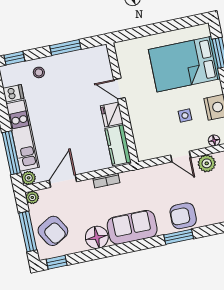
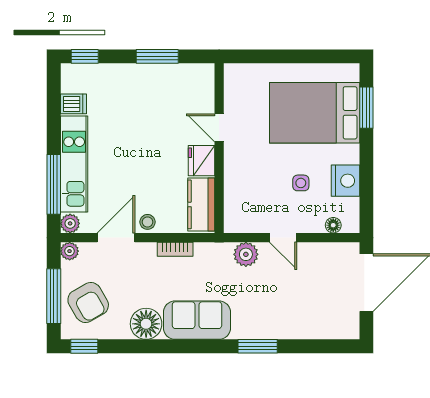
stool: (39, 72) -> (148, 222), moved
plant: (207, 163) -> (246, 254), moved
armchair: (183, 216) -> (270, 319), removed

